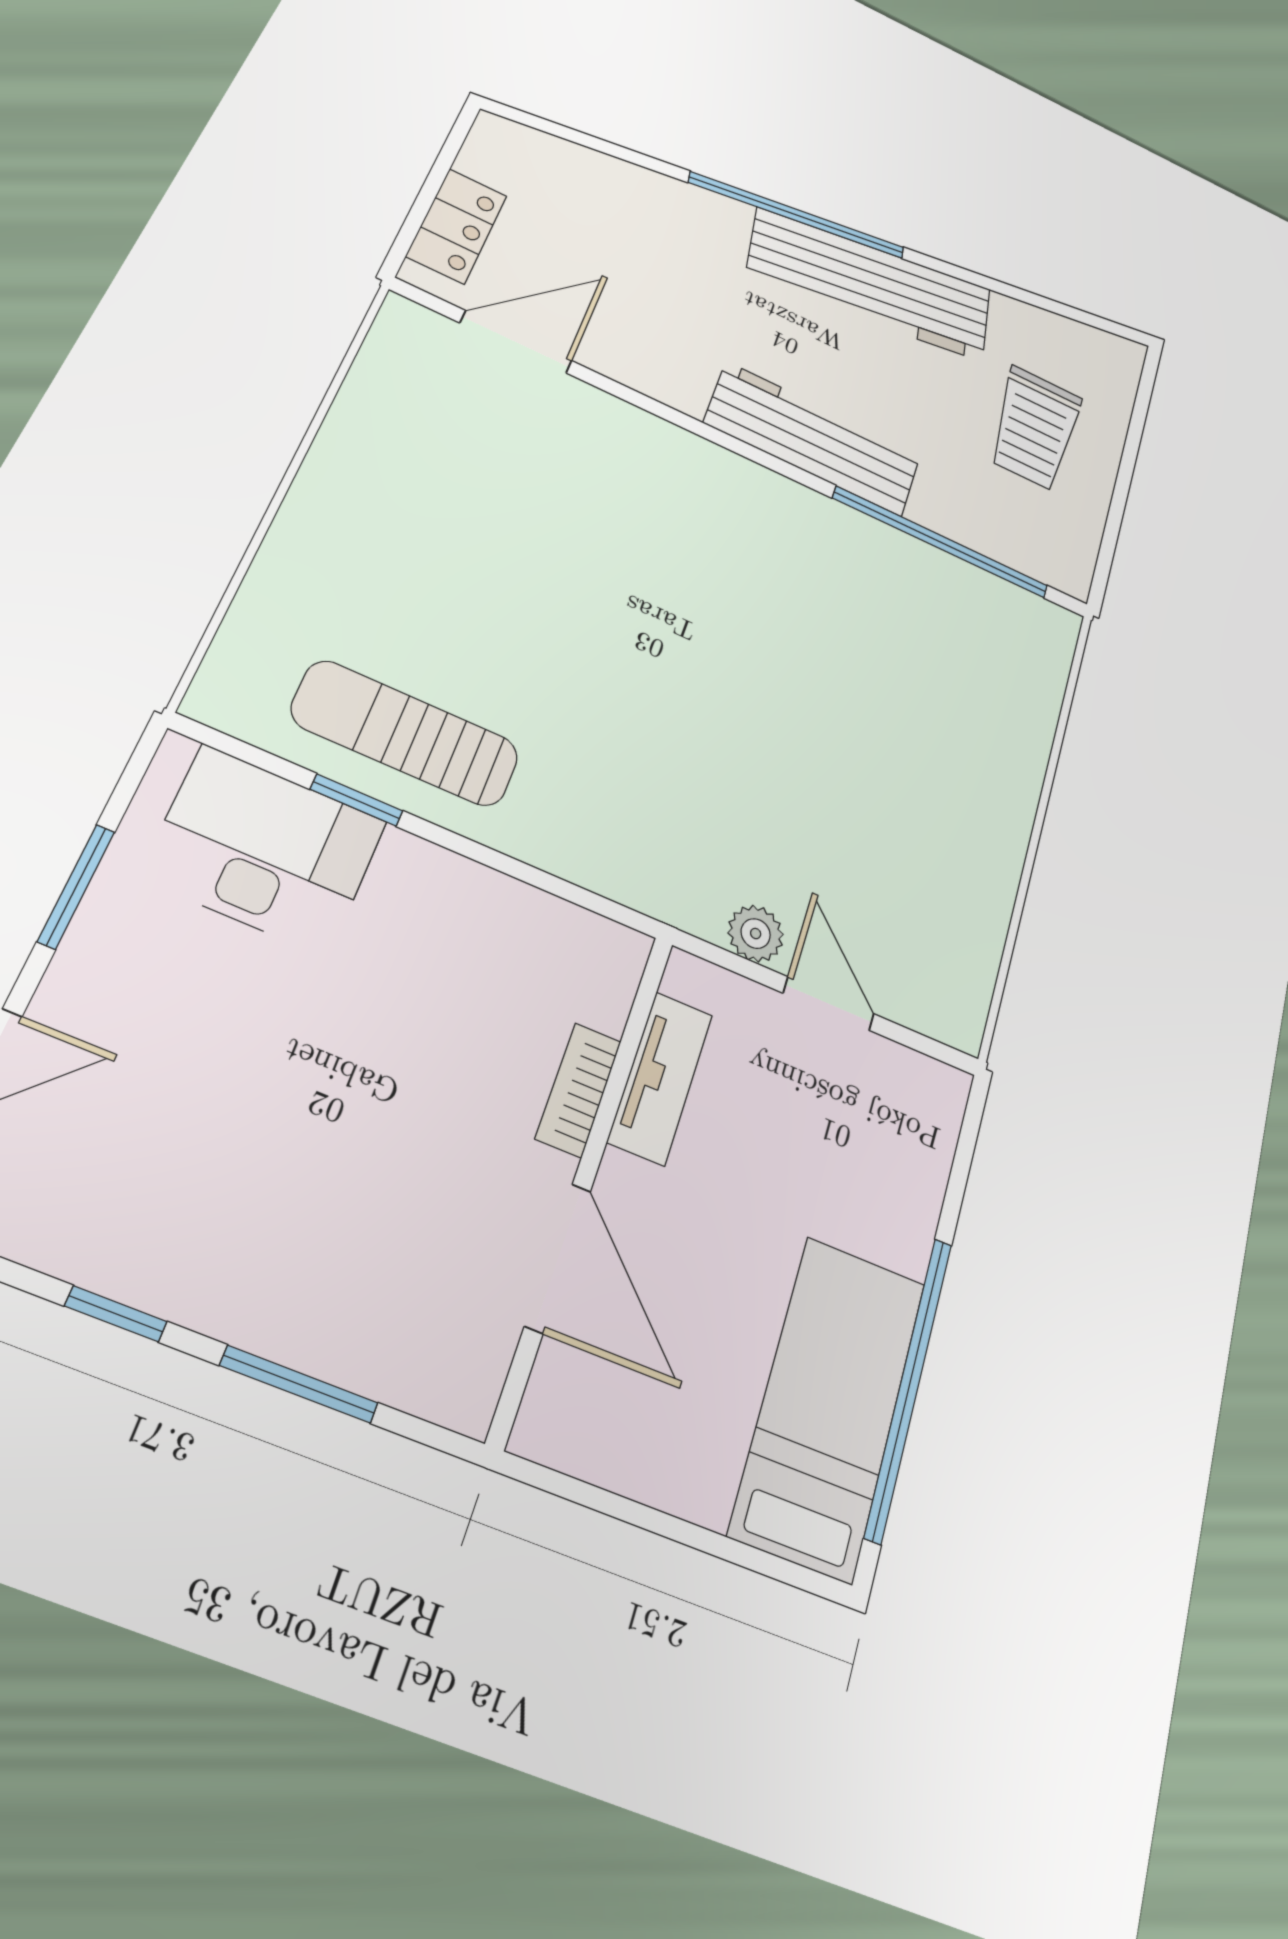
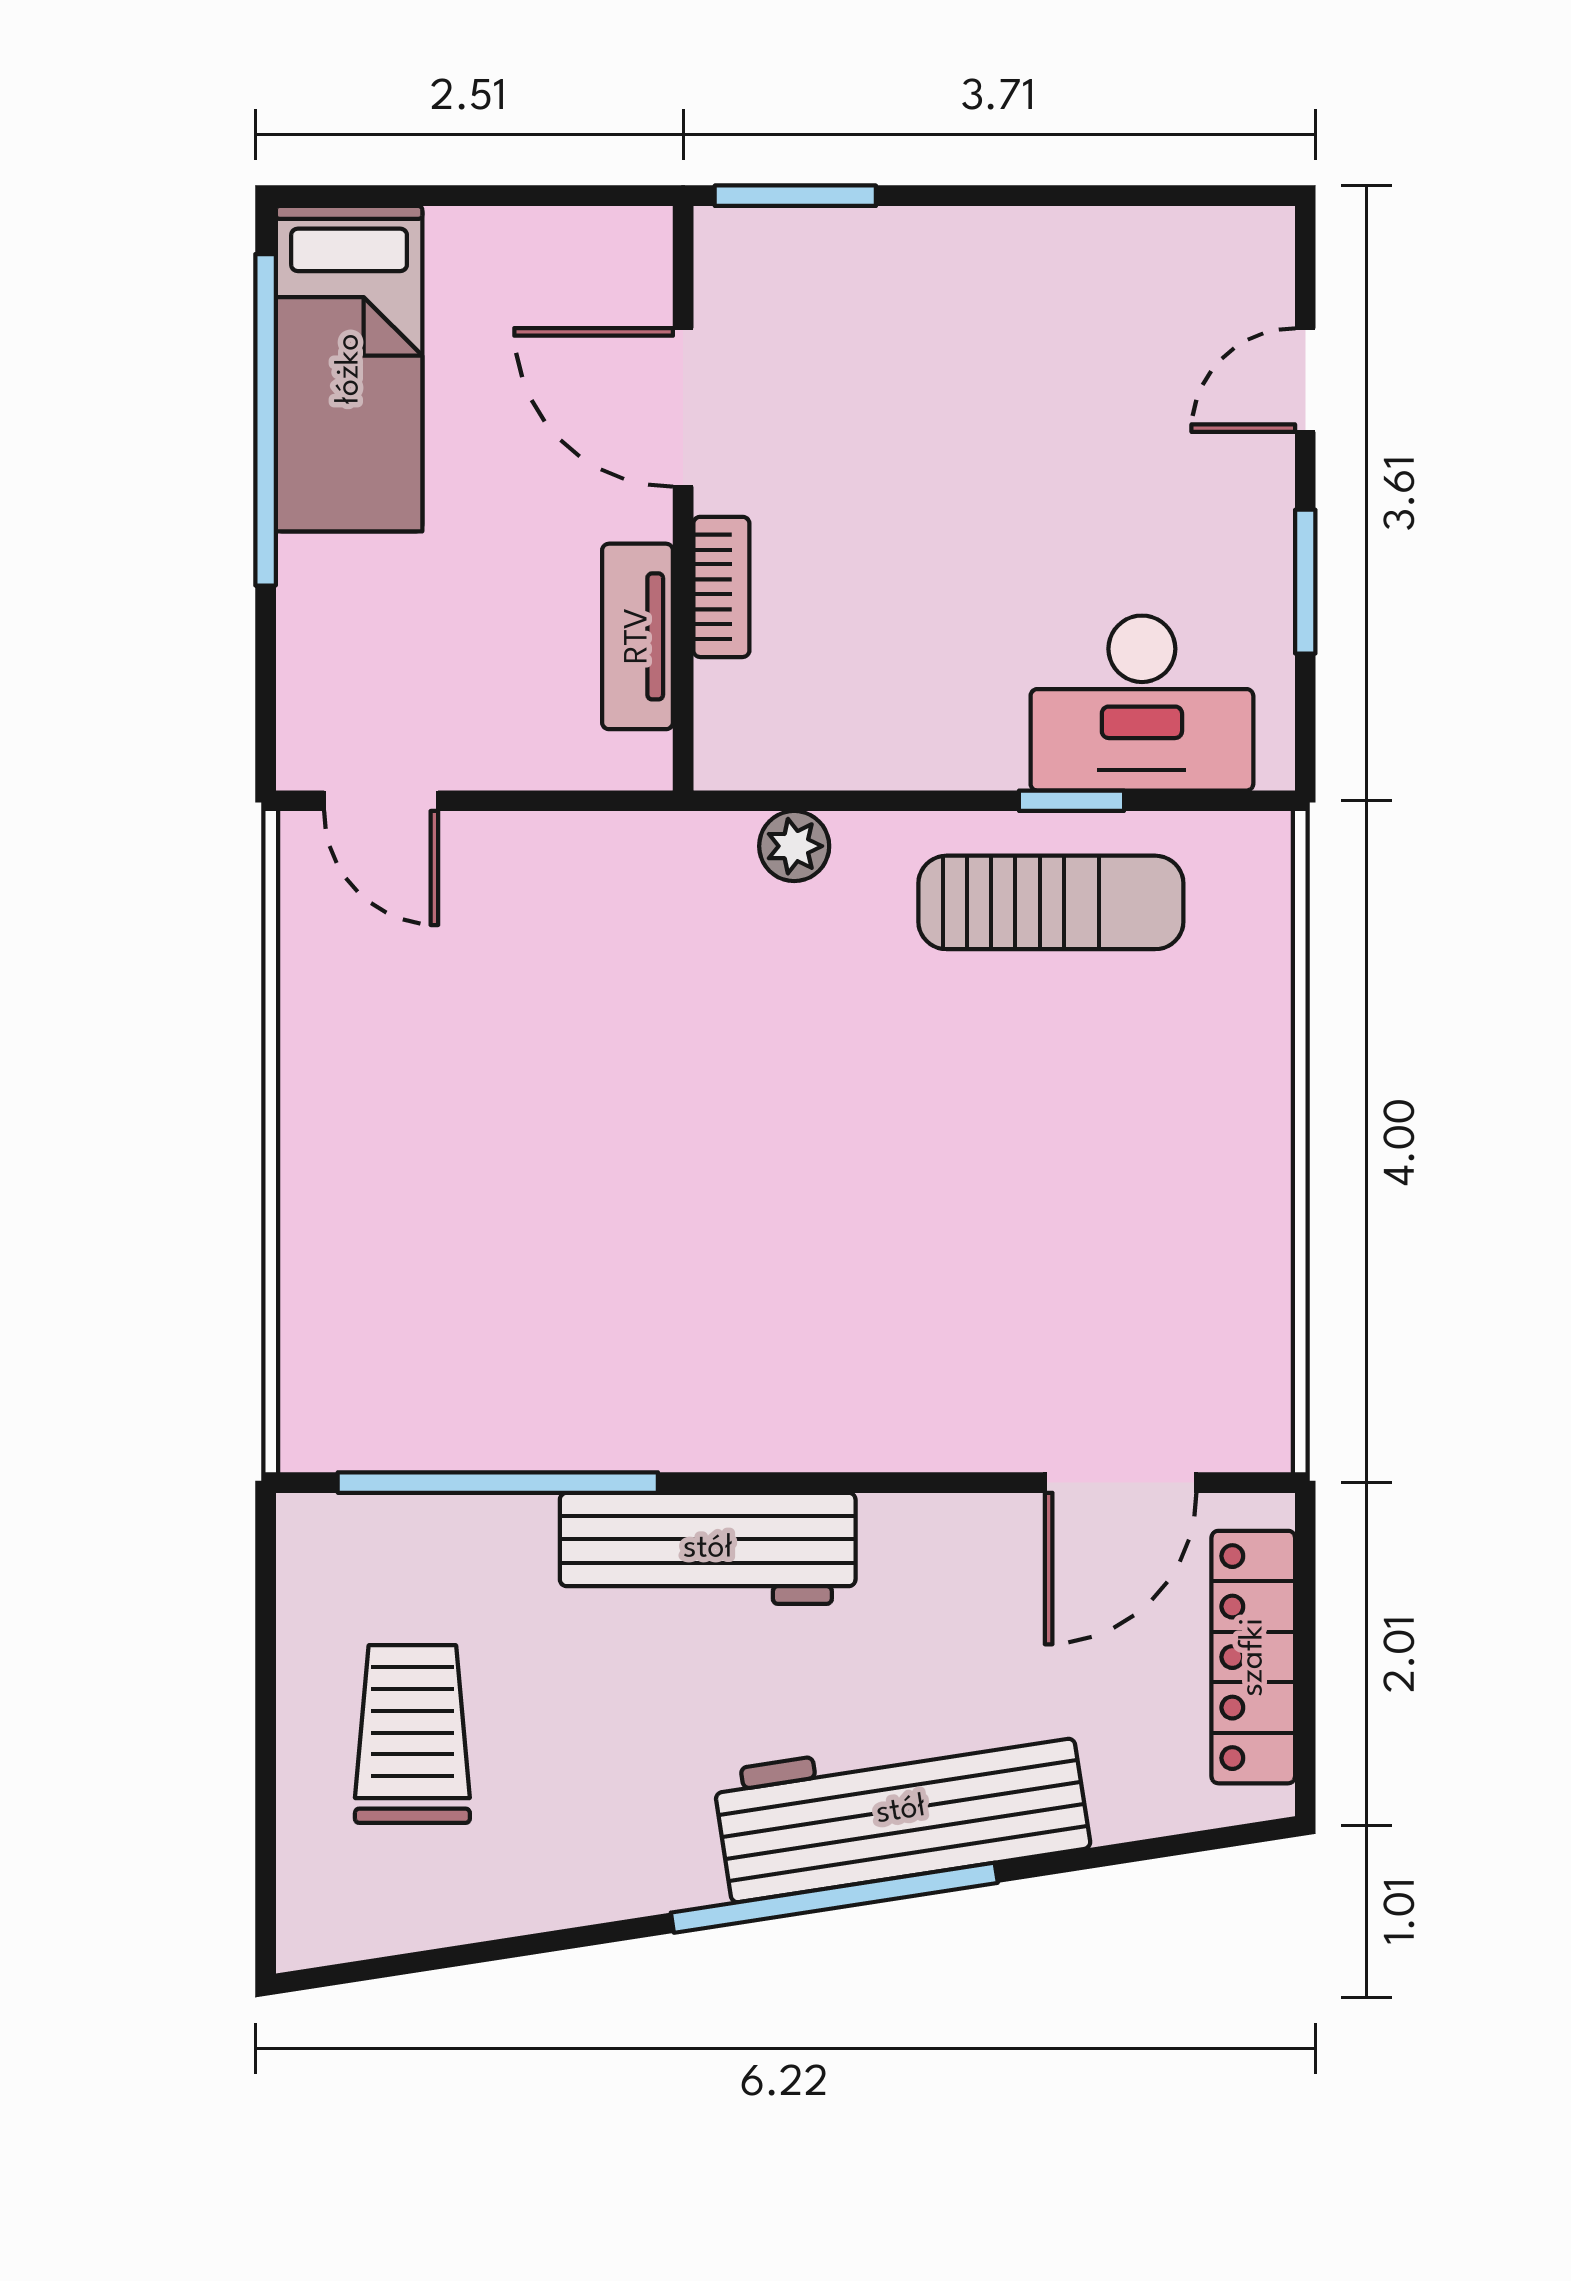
locker: (457, 226) -> (1253, 1657), width x1.53
workbench: (870, 284) -> (901, 1810), moved
plant: (756, 934) -> (794, 846), moved
door: (829, 1003) -> (381, 801), moved
window: (116, 1314) -> (1085, 196), removed
window: (299, 1384) -> (795, 196), moved

